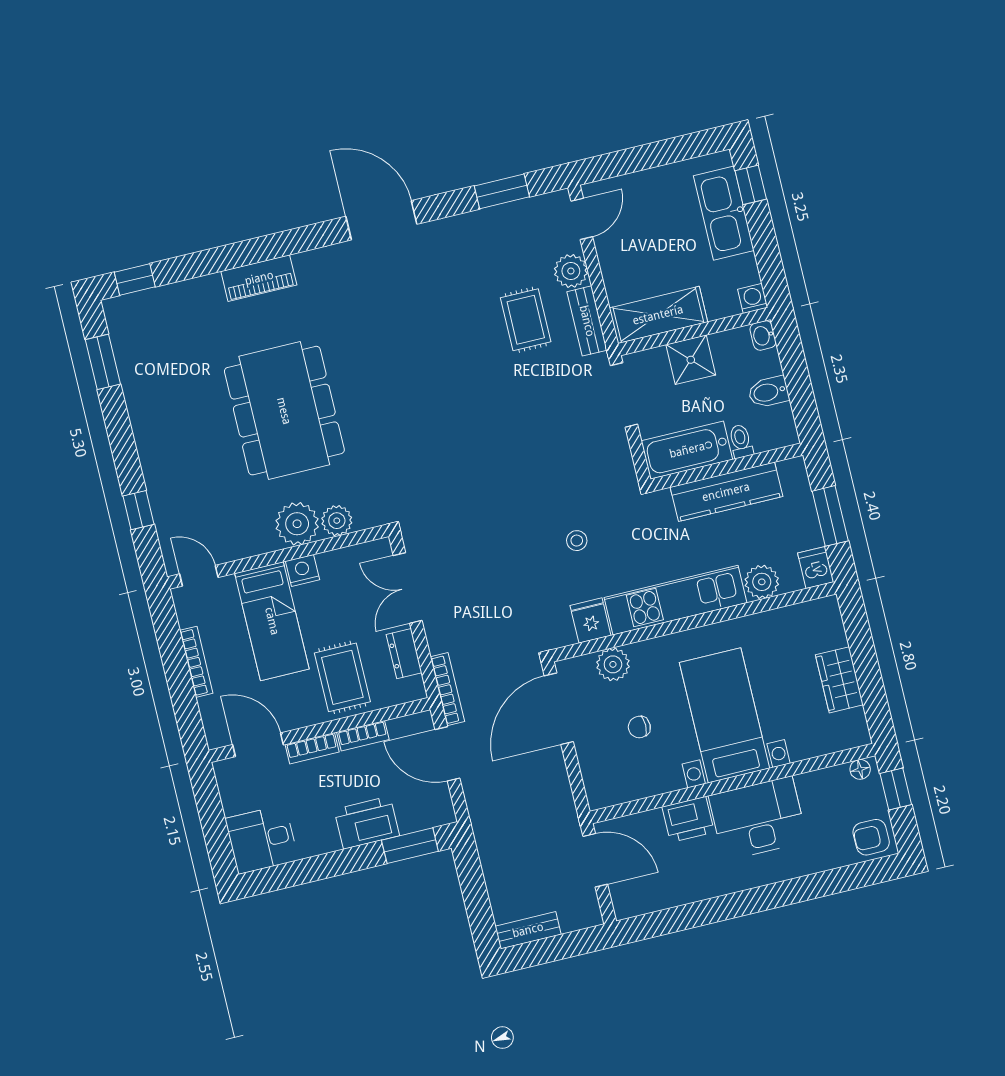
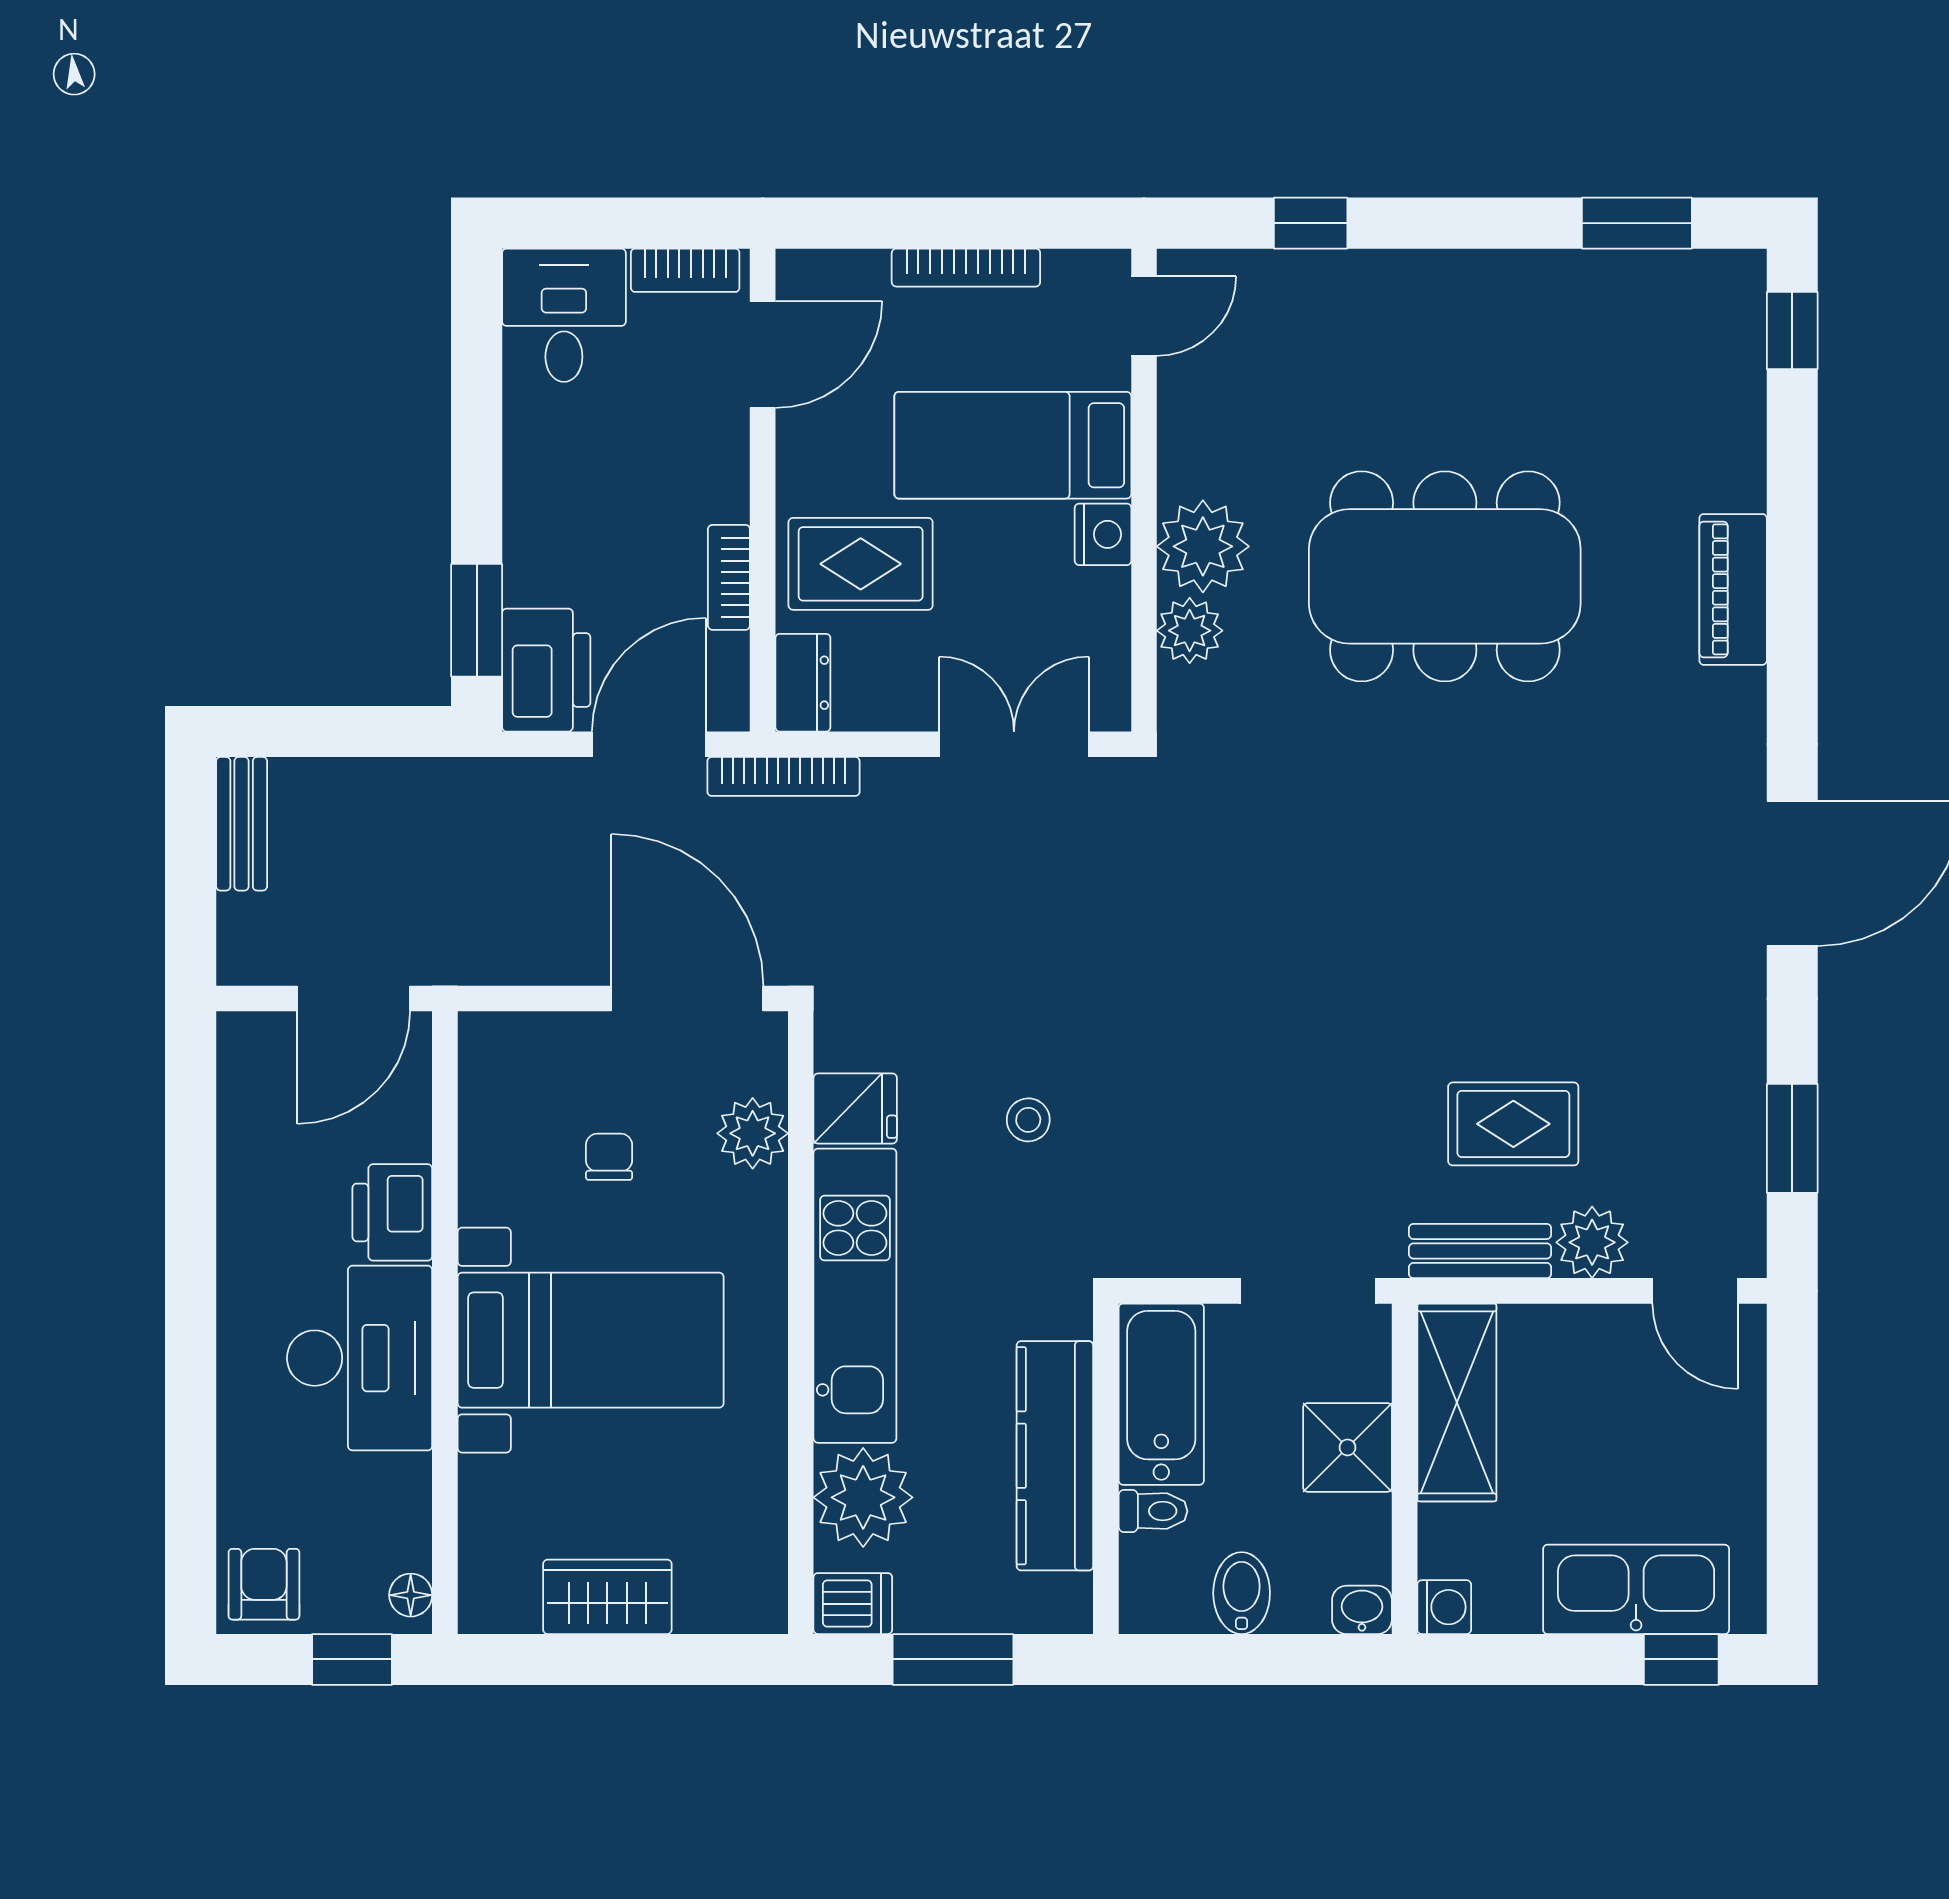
plant: (762, 582) -> (863, 1497), width x1.36, depth x1.36
dresser: (404, 654) -> (803, 683), moved, turned 90
bookcase: (312, 748) -> (685, 270), moved, turned -90
printer: (367, 823) -> (546, 670), moved

